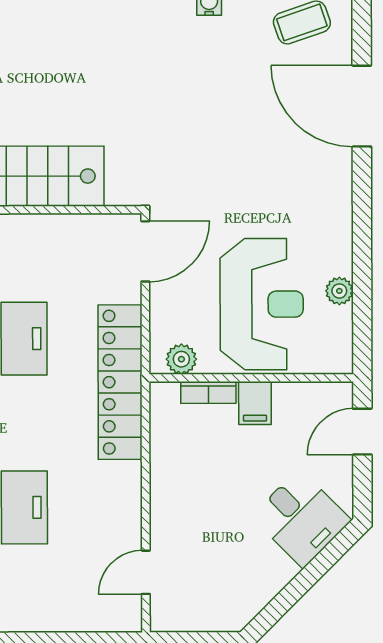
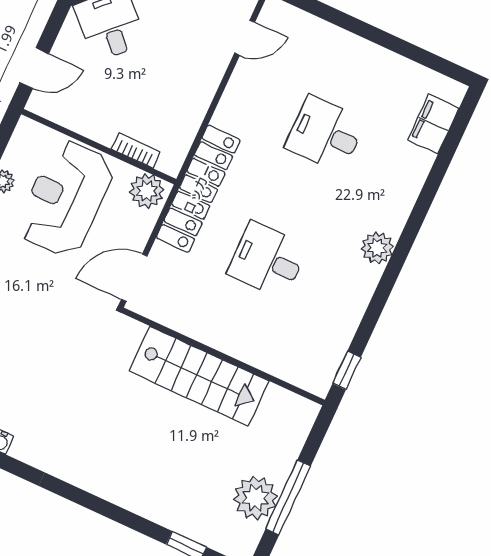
plant: (181, 359) -> (147, 191), width x1.38, depth x1.38
filing cabinet: (255, 403) -> (105, 127), removed

